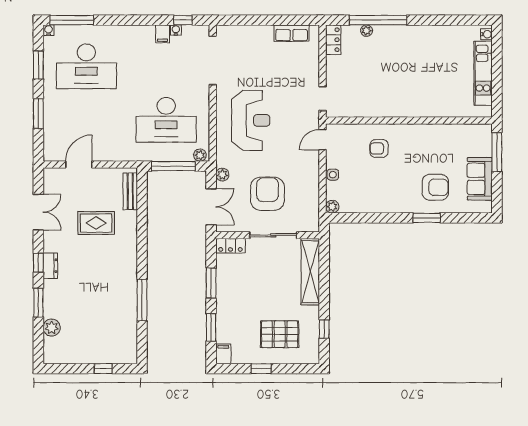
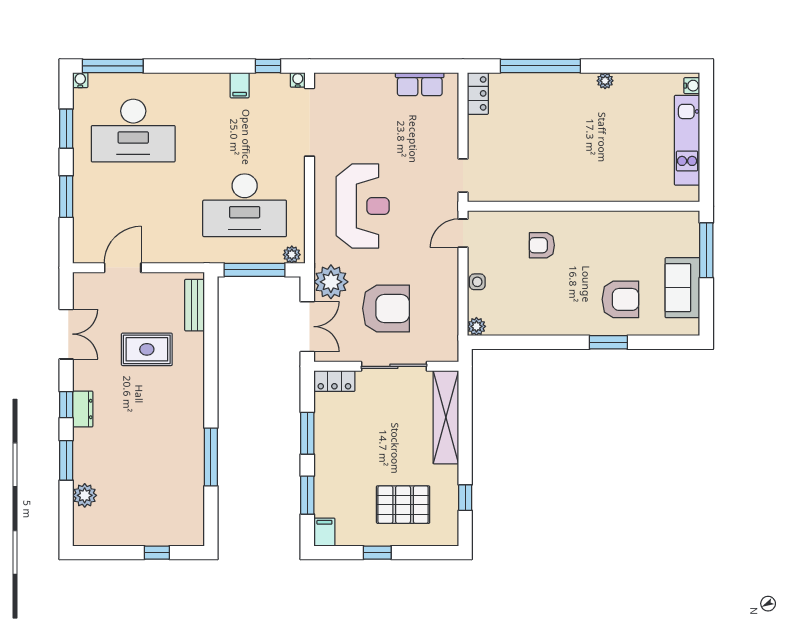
water cooler: (176, 30) -> (298, 80), moved
plant: (367, 31) -> (605, 81), moved
plant: (222, 175) -> (331, 282), width x1.88, depth x1.88
armchair: (267, 194) -> (386, 308), turned 90

